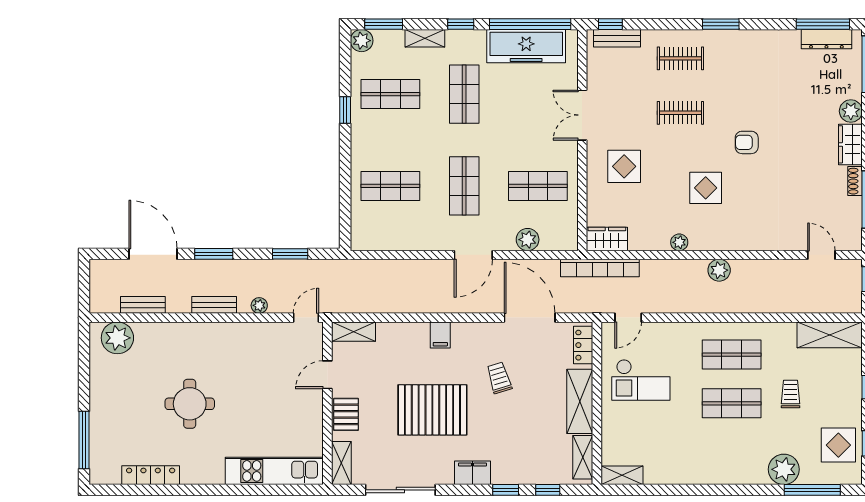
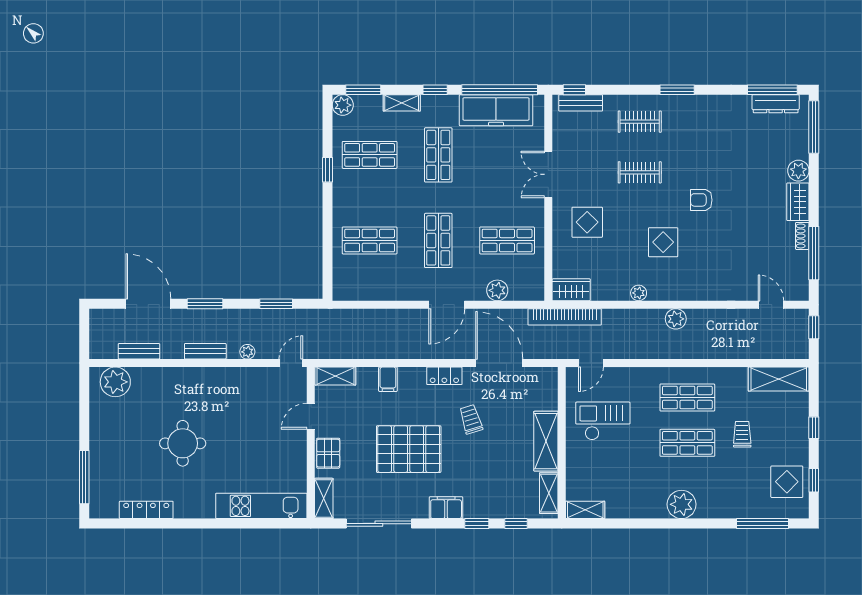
filing cabinet: (440, 335) -> (388, 379), moved
locker: (583, 345) -> (444, 376), moved, turned -90
checkout: (641, 380) -> (603, 421), turned 180
plant: (784, 469) -> (682, 504), moved

